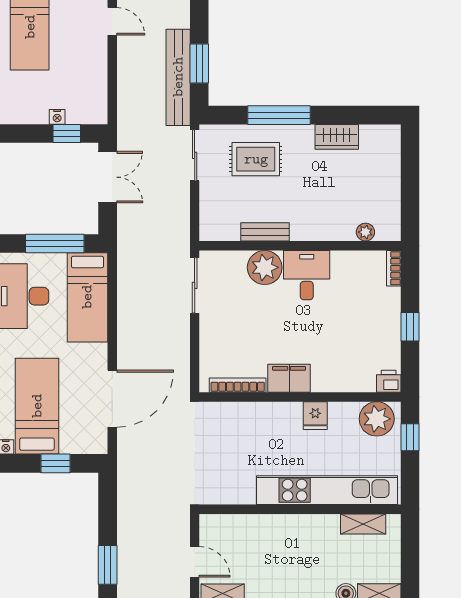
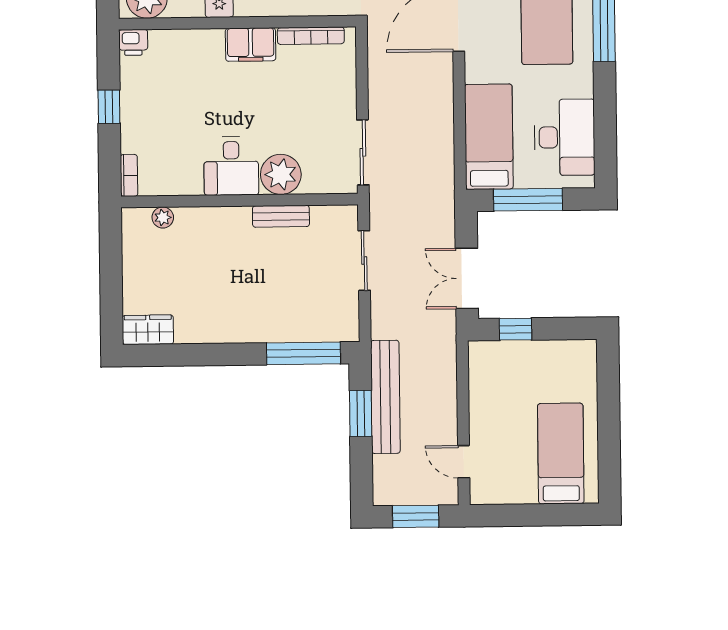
window: (279, 115) -> (303, 353), moved
nightstand: (57, 117) -> (527, 349), removed
wardrobe: (337, 137) -> (148, 330), moved
sliding door: (195, 155) -> (364, 261), moved
rug: (256, 159) -> (293, 302), removed

